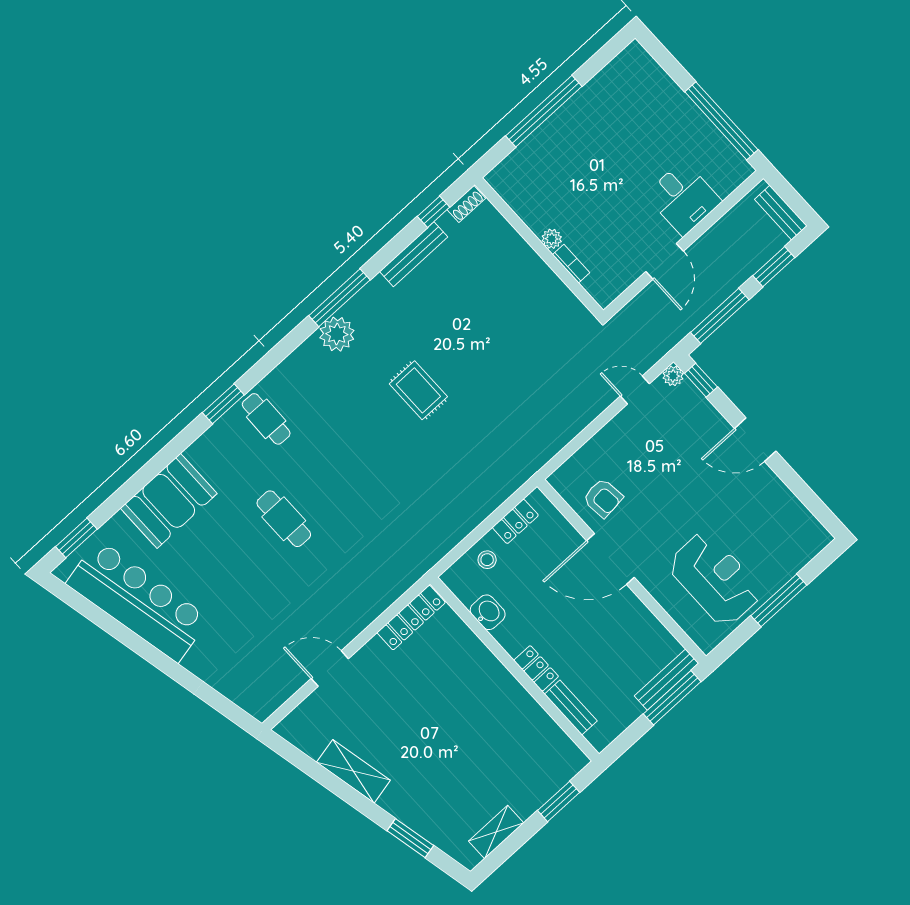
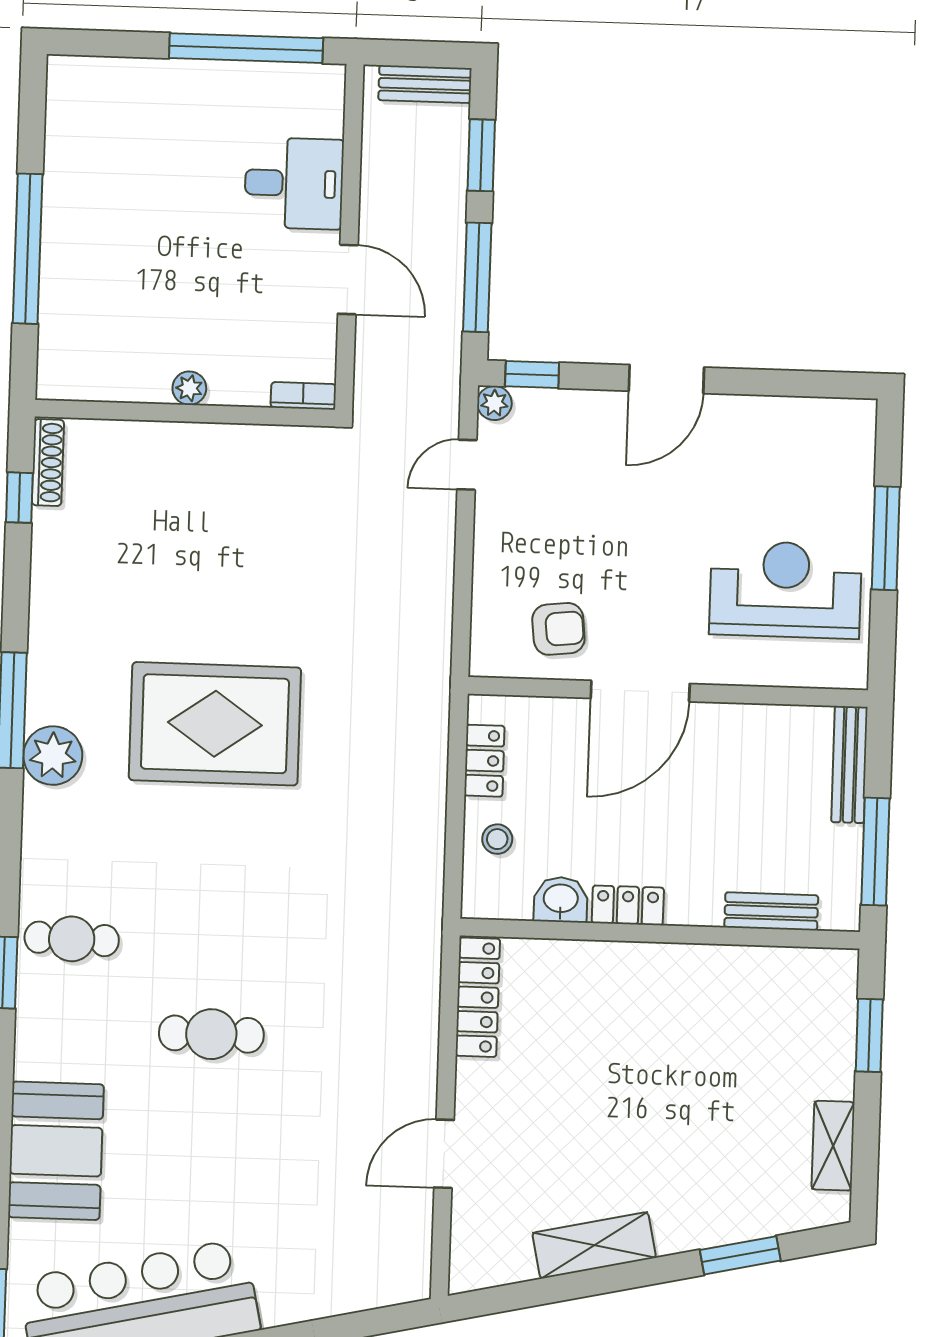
shoe rack: (466, 204) -> (48, 462), width x1.43
bench: (414, 254) -> (47, 571), removed
bookcase: (571, 264) -> (303, 396), moved
rug: (418, 390) -> (215, 724), width x1.86, depth x2.06
locker: (536, 668) -> (628, 905), moved
window: (672, 698) -> (875, 852), moved

